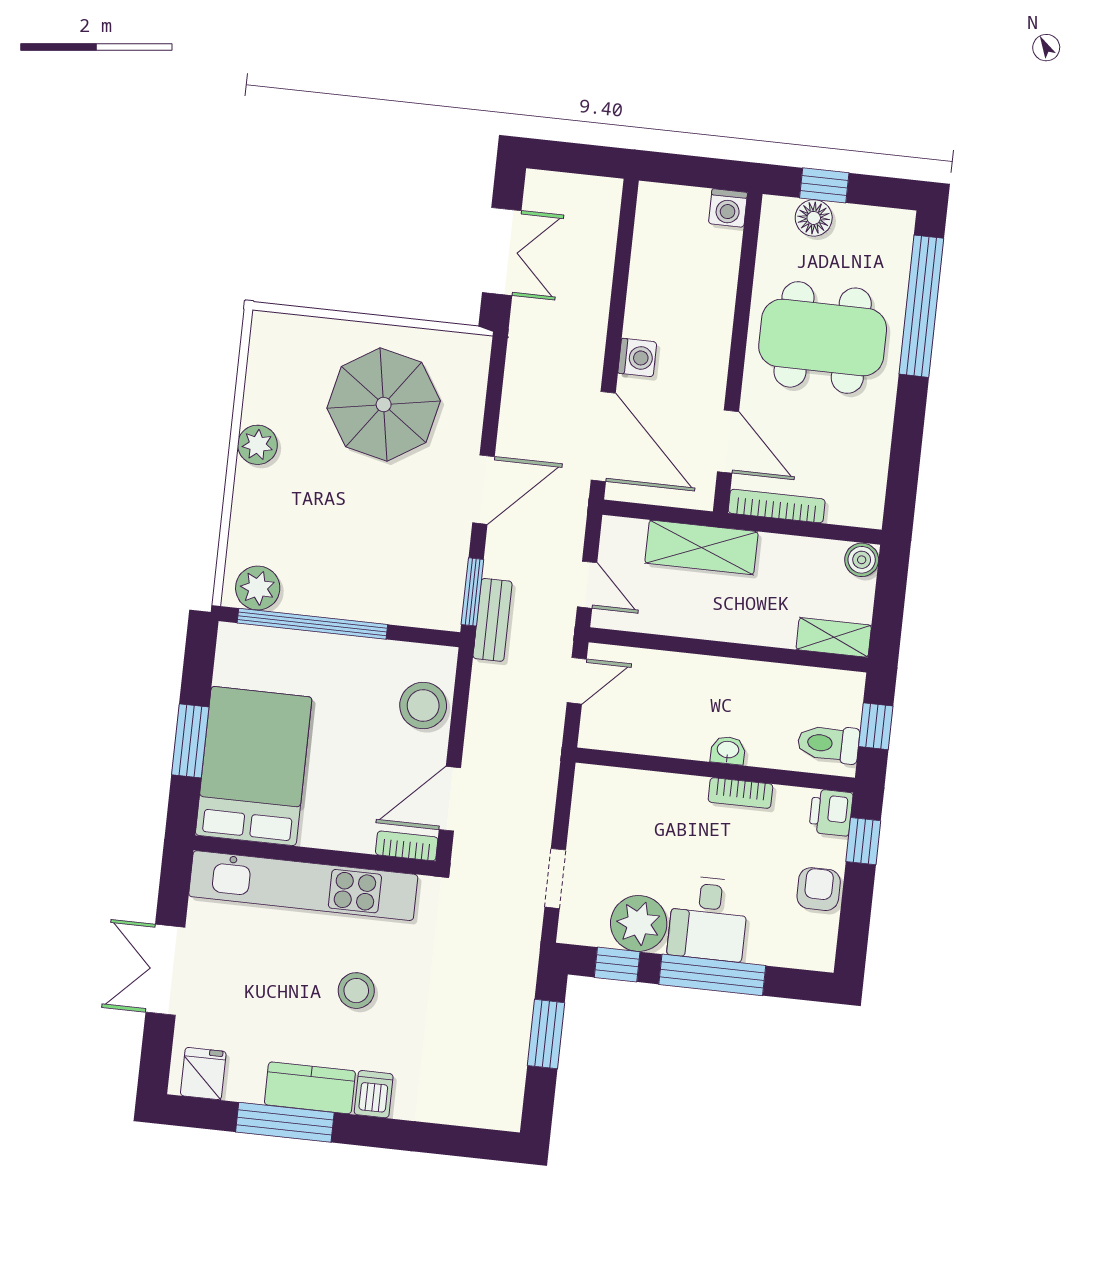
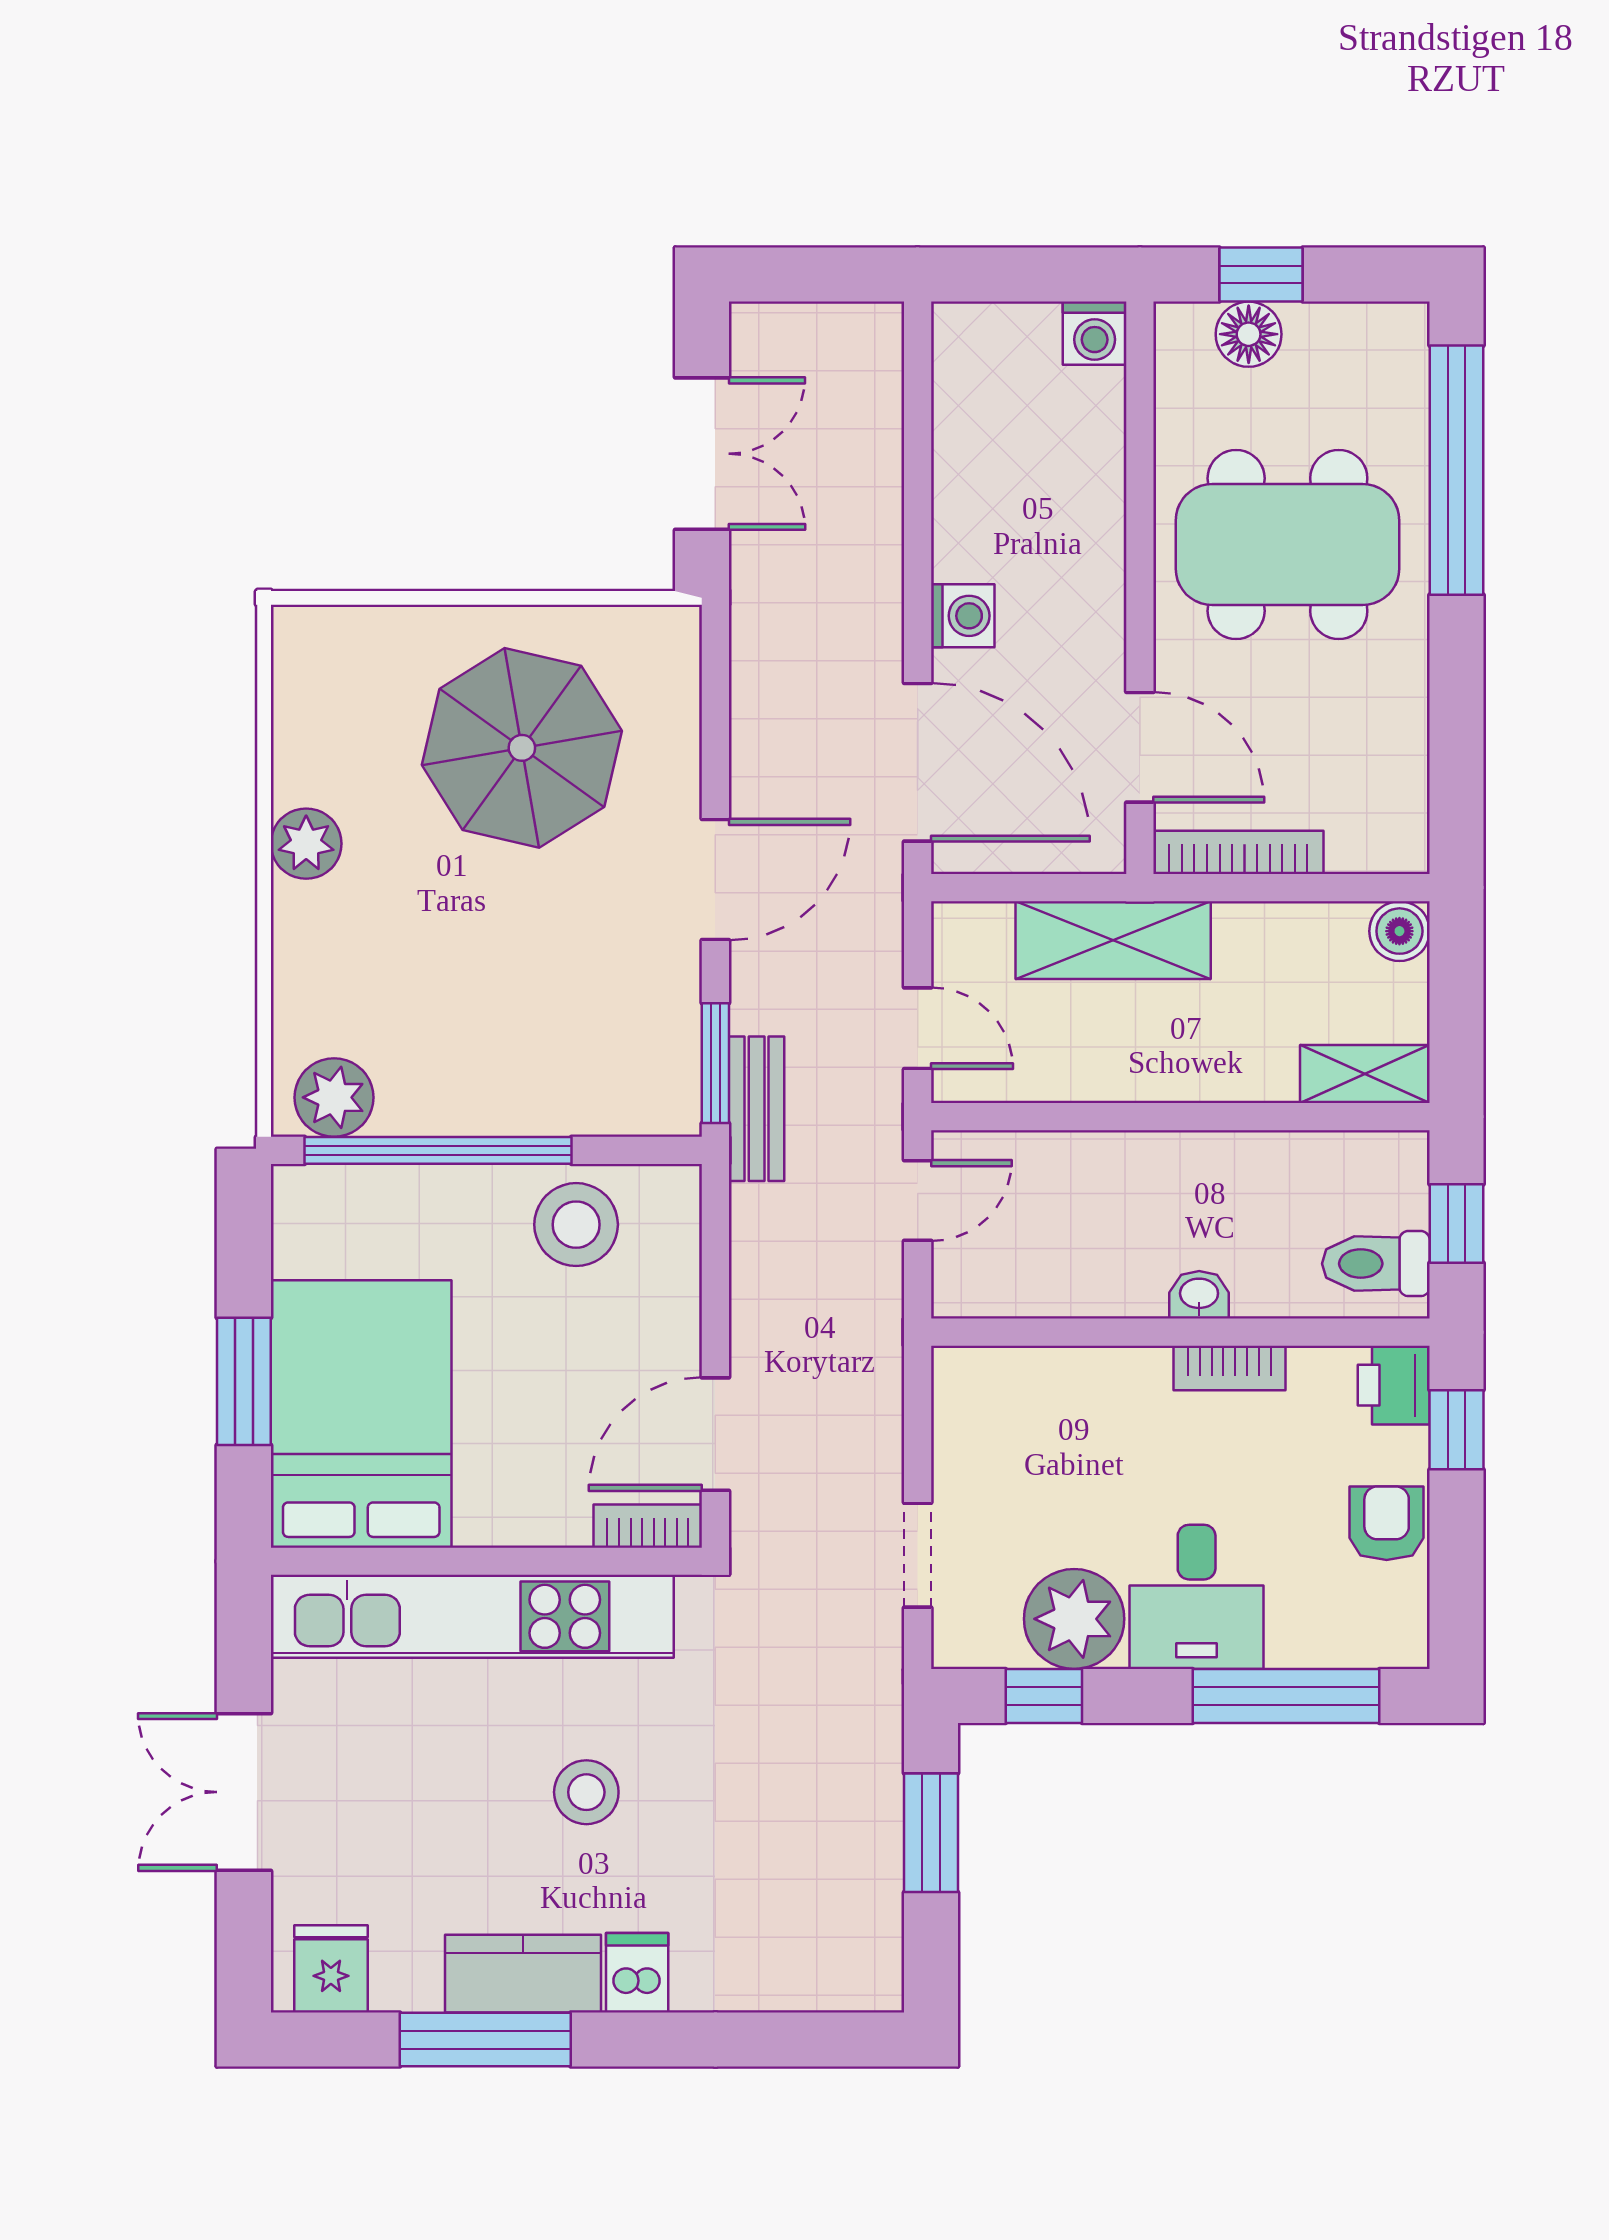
stool: (423, 706) -> (576, 1225), moved
window: (712, 975) -> (1286, 1696), moved

